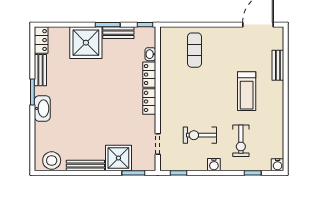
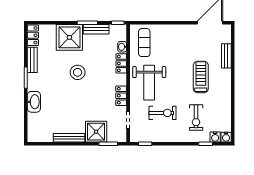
exercise mat: (195, 50) -> (144, 43), moved
treadmill: (247, 91) -> (201, 77), turned 180
weight bench: (184, 98) -> (149, 83), added
locker: (149, 101) -> (121, 96), moved
washbasin: (42, 108) -> (34, 102), moved
exercise bike: (200, 135) -> (163, 113), turned 180
stool: (52, 160) -> (78, 72), moved
water cooler: (214, 165) -> (215, 137), moved

